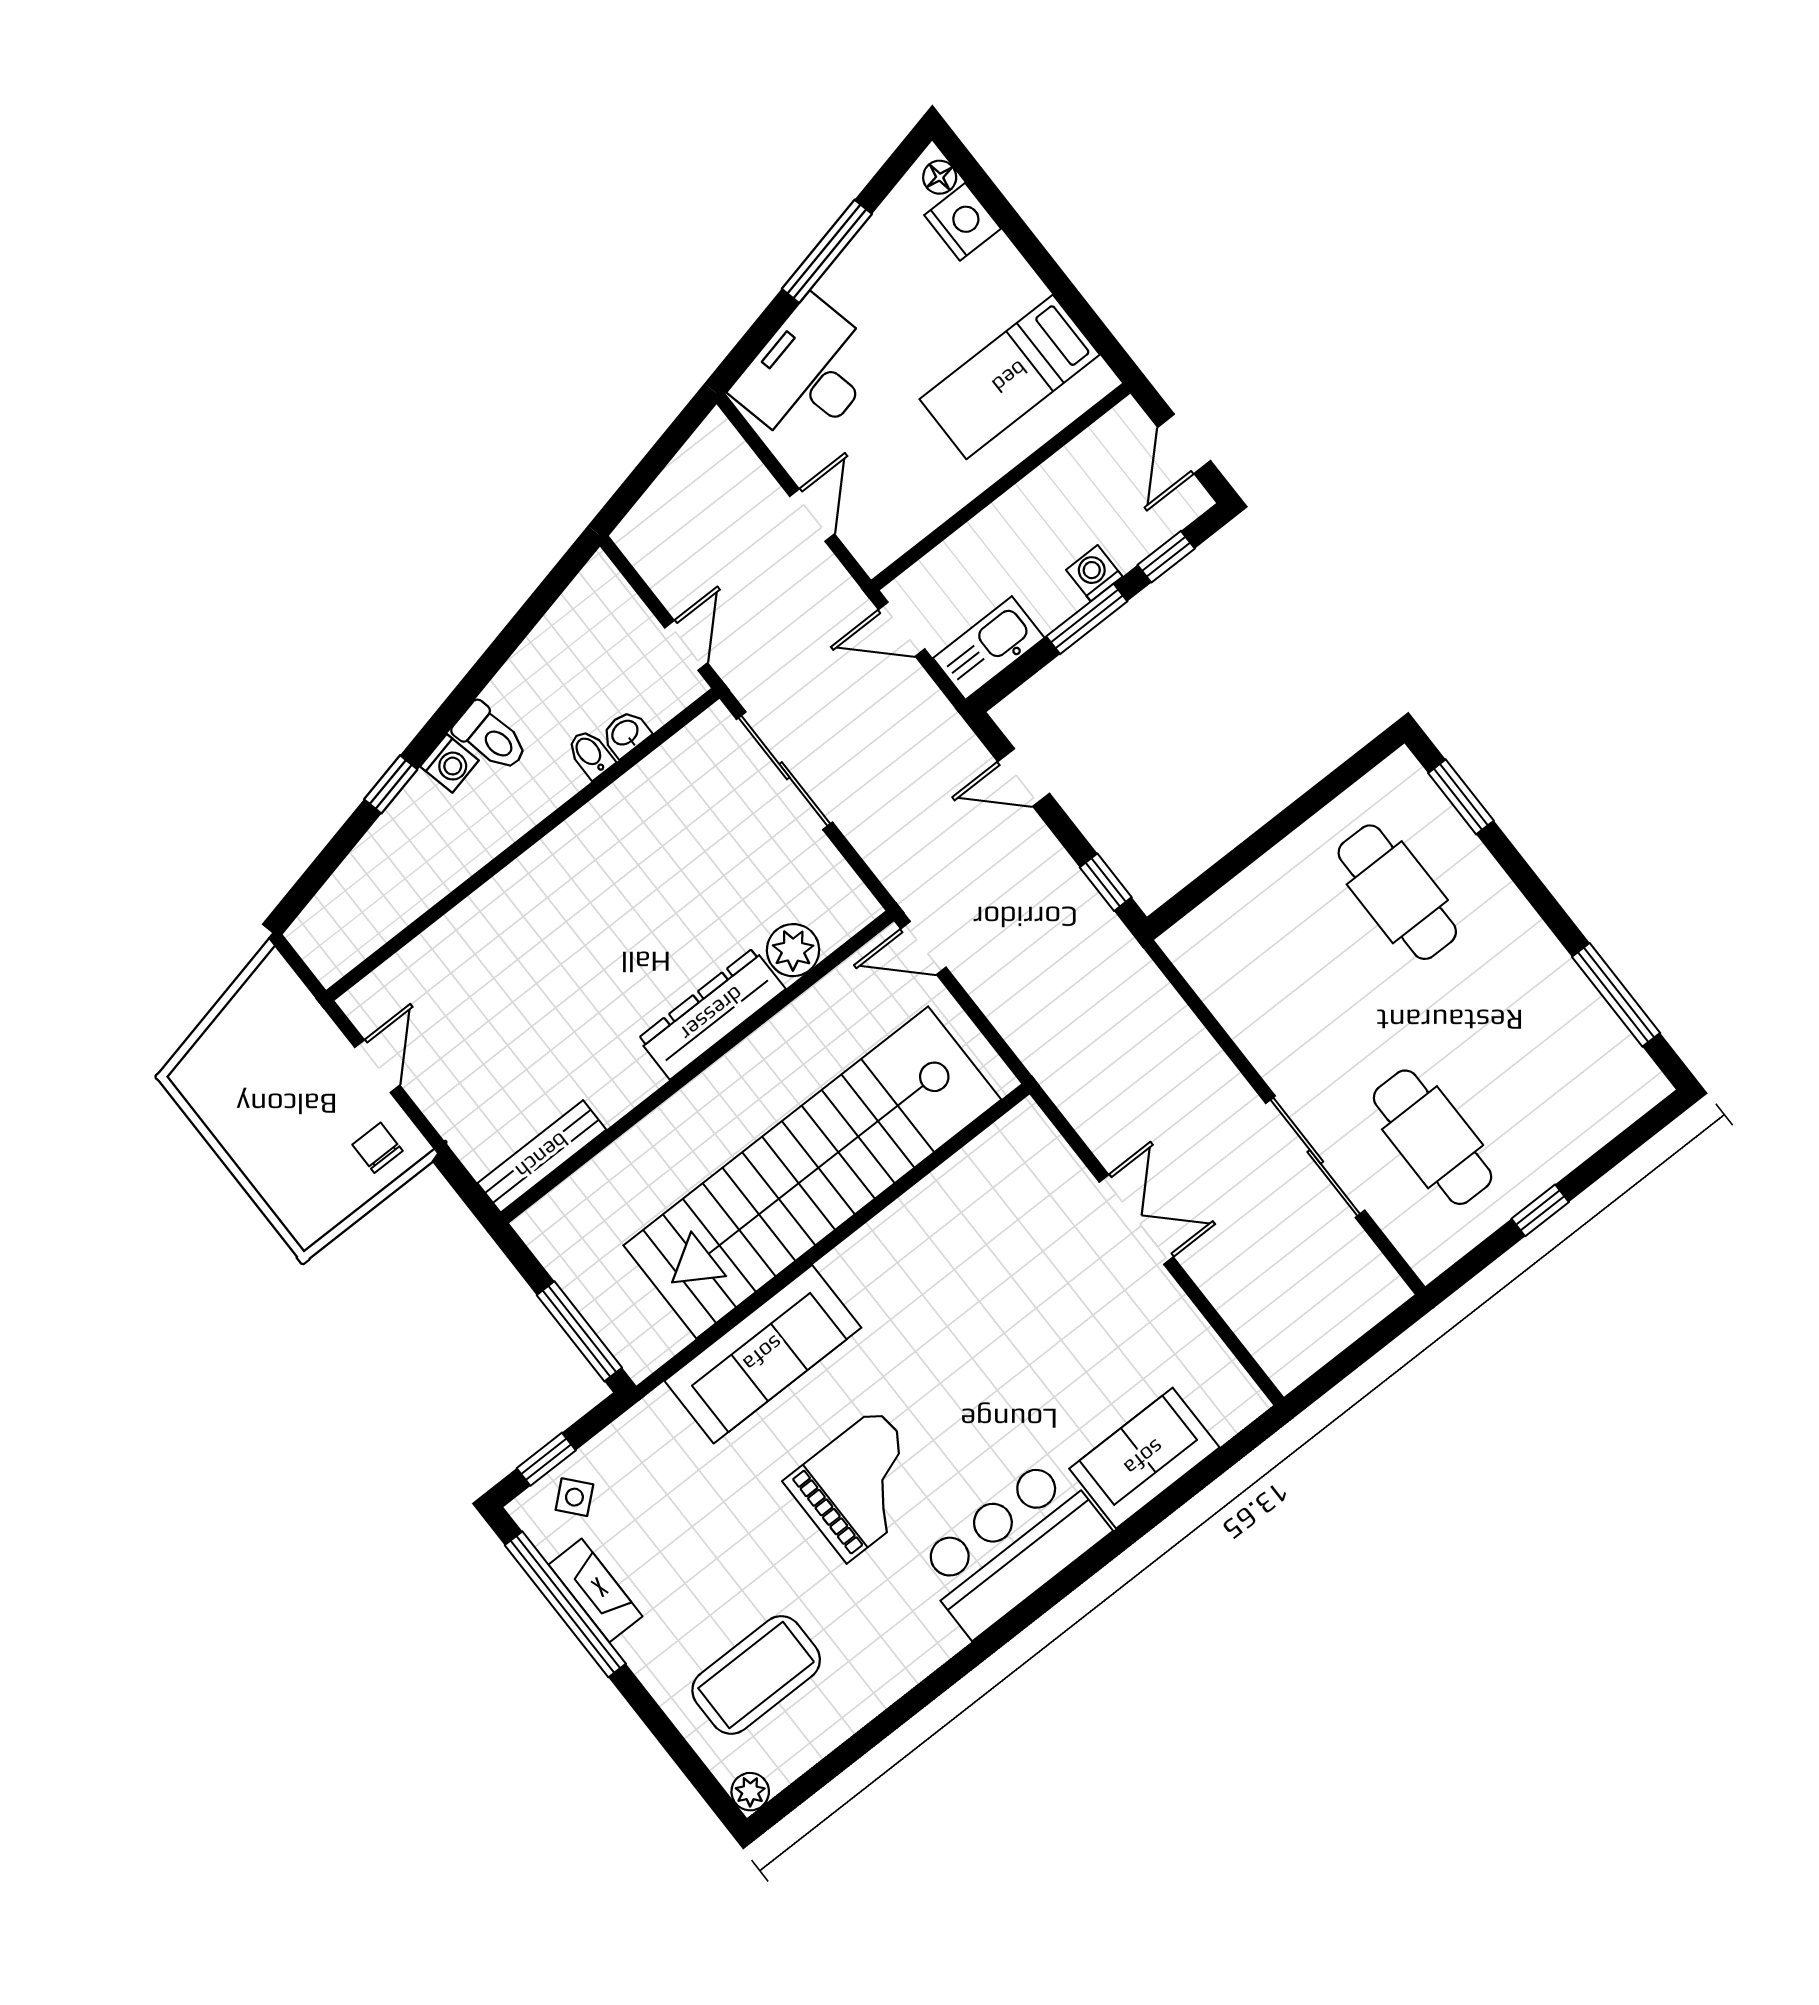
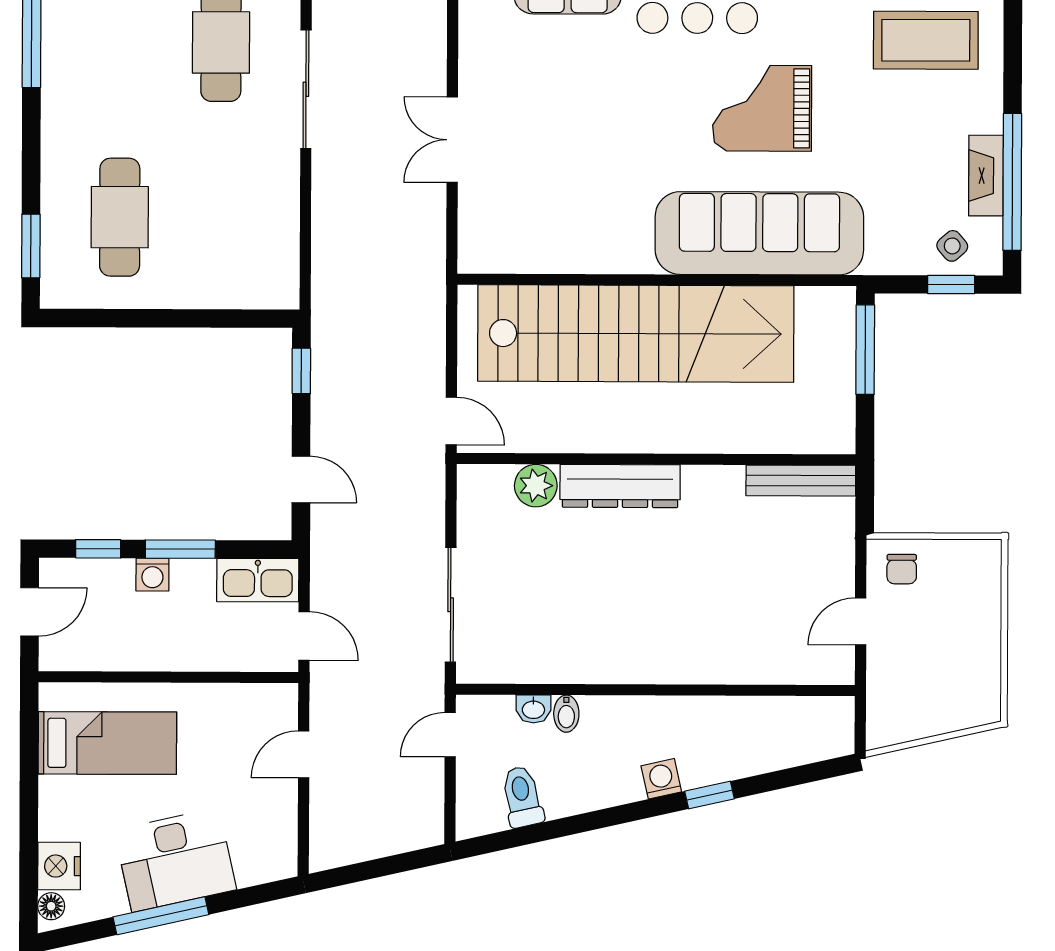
desk: (808, 374) -> (175, 860), moved
toilet: (491, 737) -> (522, 797), moved
sofa: (763, 1354) -> (759, 233), width x1.36, depth x1.27

